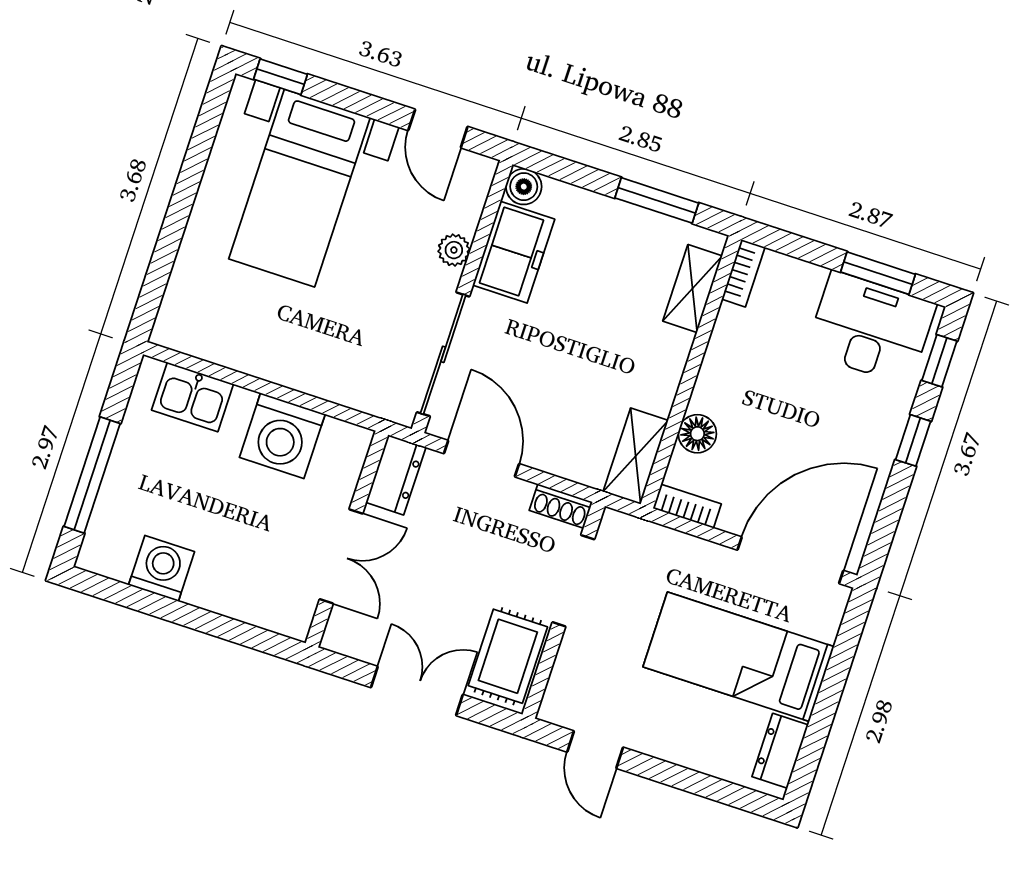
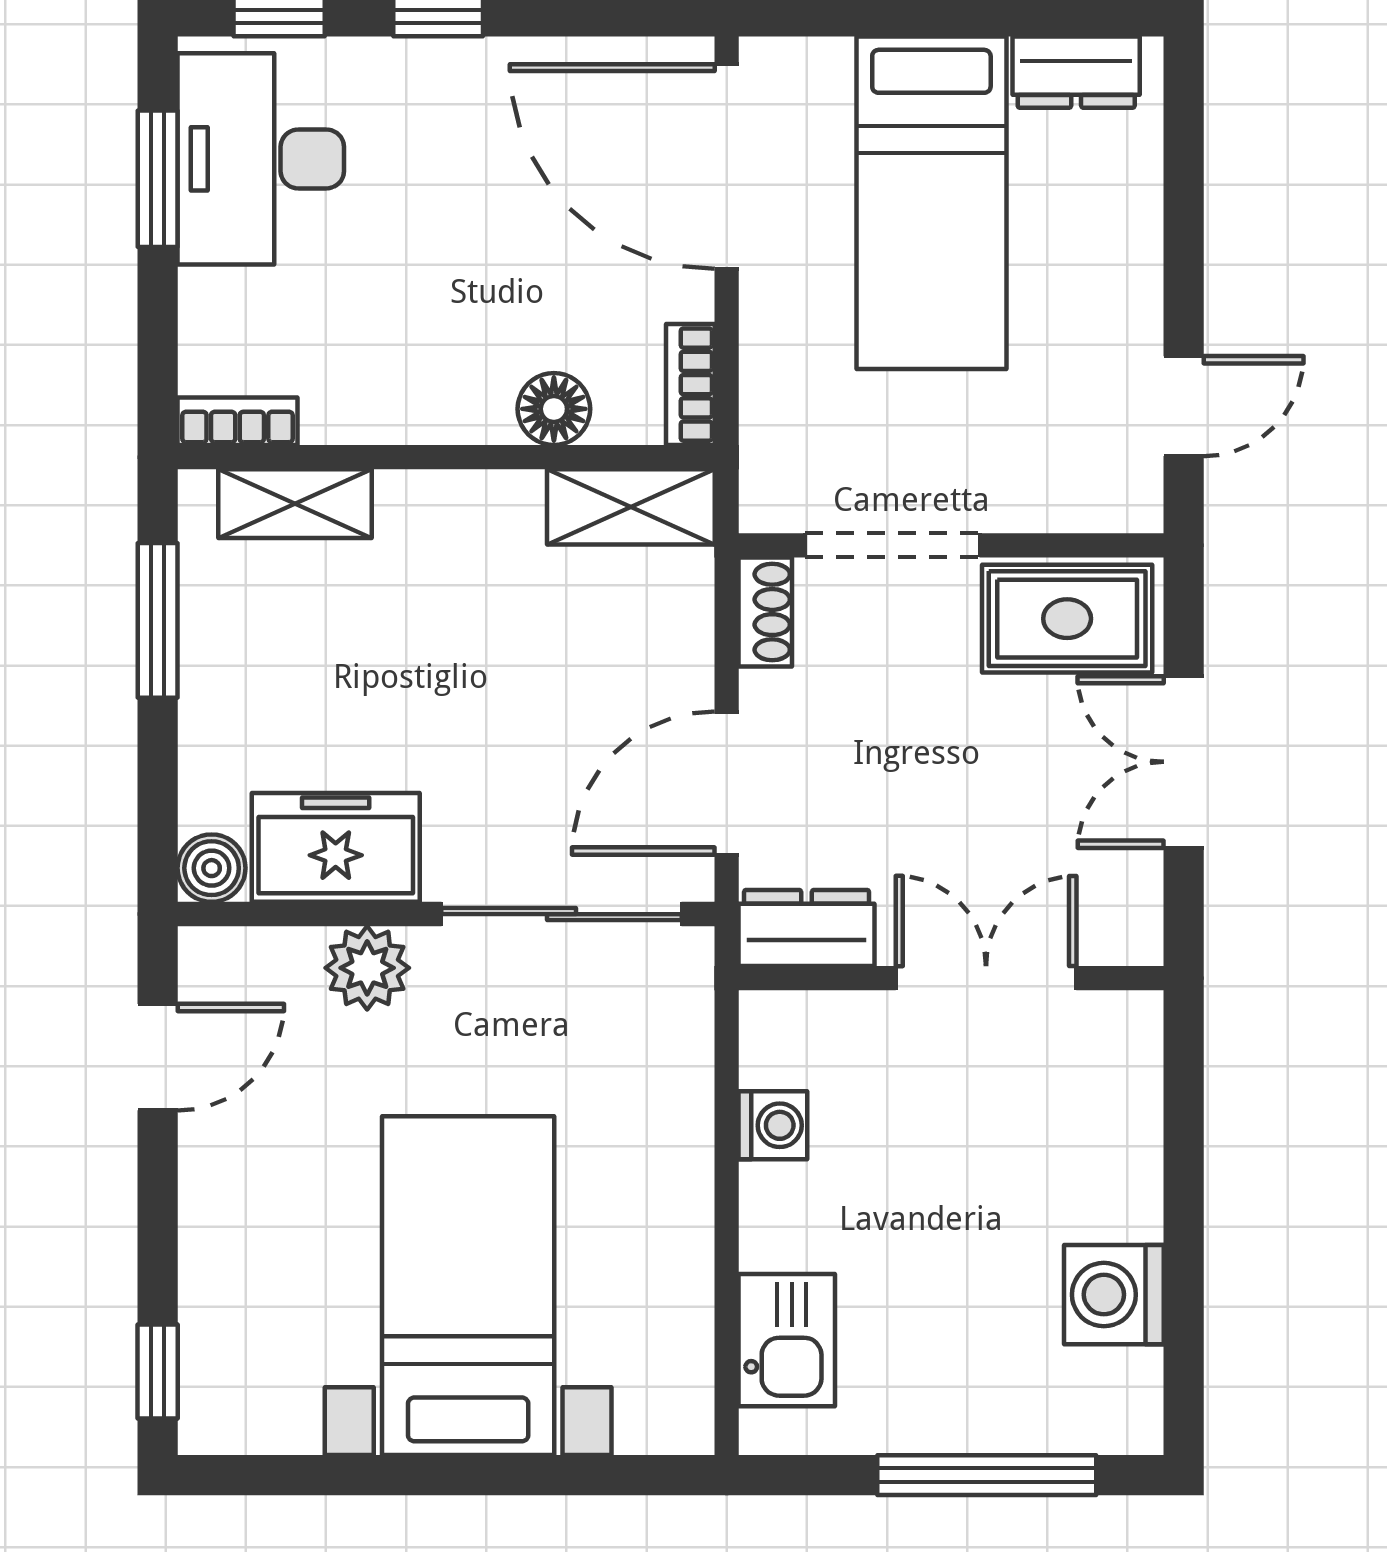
bed with nightstands: (299, 188) -> (468, 1286), moved, turned -90
plant: (454, 250) -> (367, 968), width x1.38, depth x1.38
washing machine: (282, 436) -> (773, 1125), width x0.53, depth x0.53

